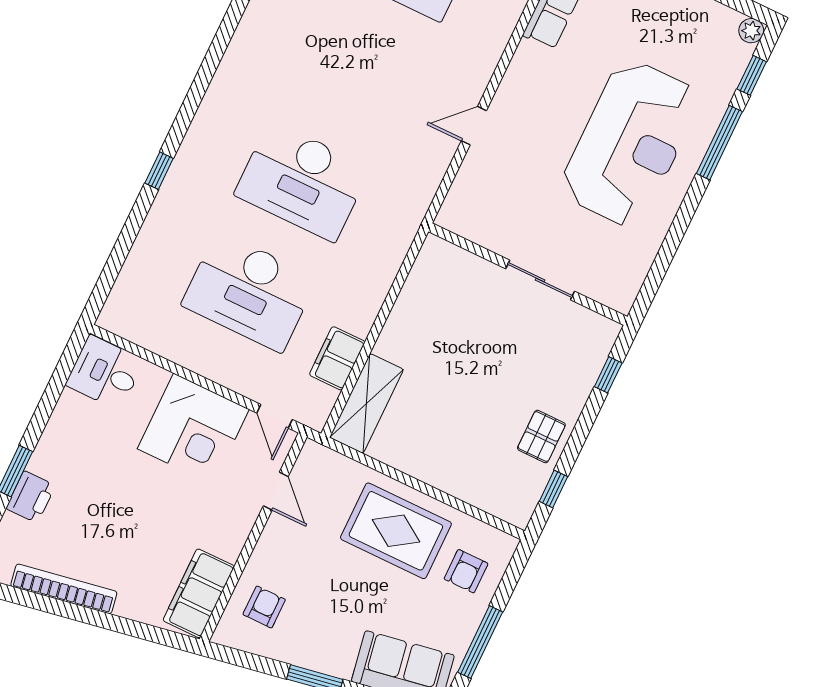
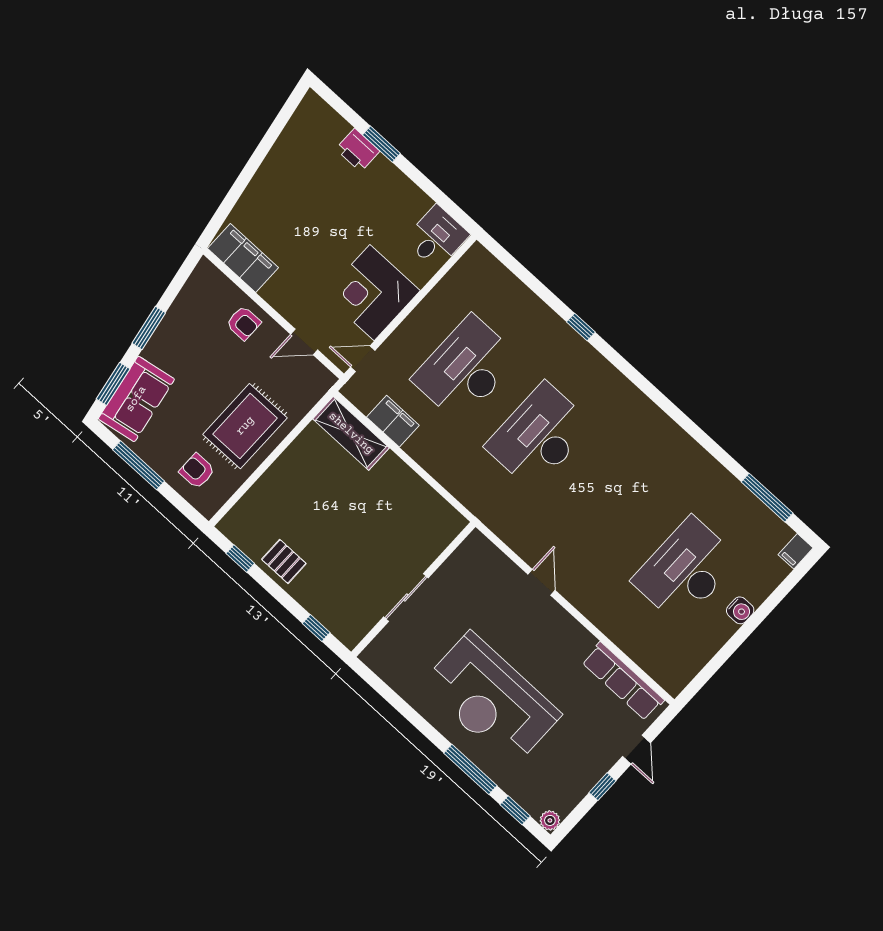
bookcase: (64, 589) -> (278, 154), removed
armchair: (264, 607) -> (243, 323), moved

